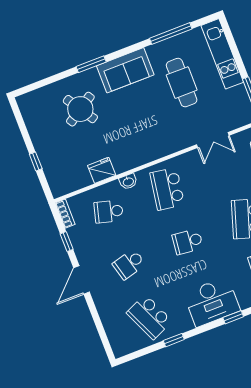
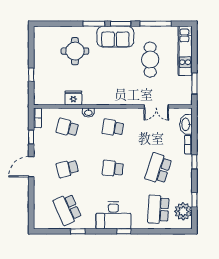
window: (126, 51) -> (121, 24), added
round table: (80, 109) -> (75, 51), turned 33
school desk: (167, 189) -> (113, 128), width x0.54

